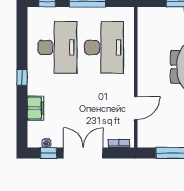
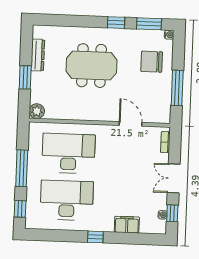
plant: (145, 14) -> (37, 111), added
double door: (83, 153) -> (174, 178), width x0.73

